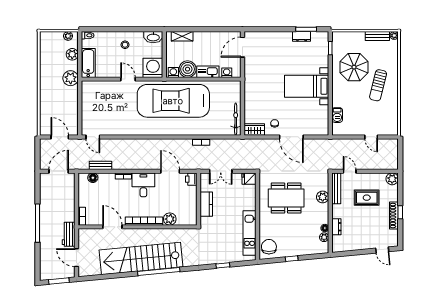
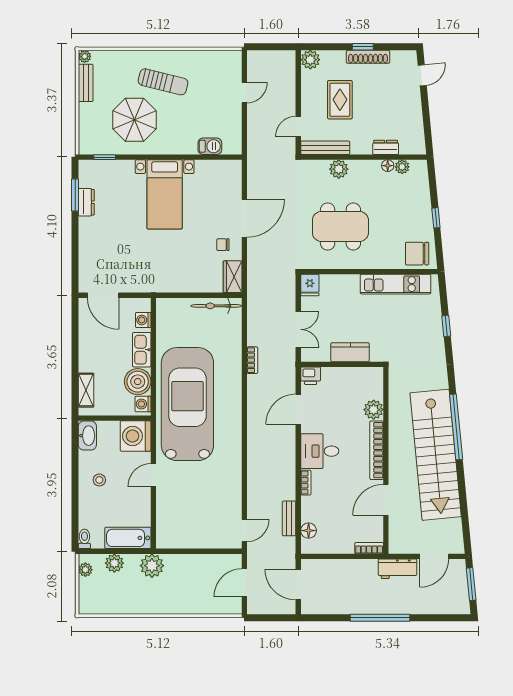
car: (173, 101) -> (187, 404), turned 180
dining table: (286, 198) -> (340, 226), turned 90

